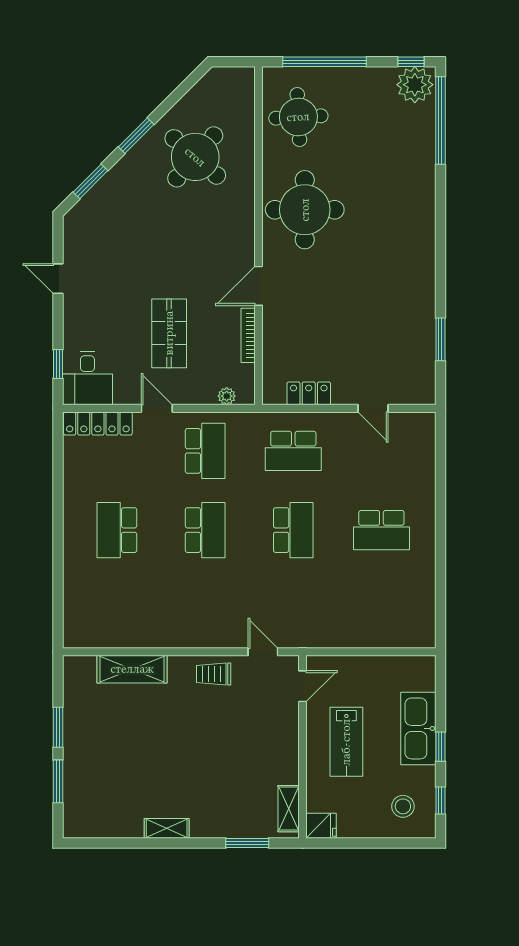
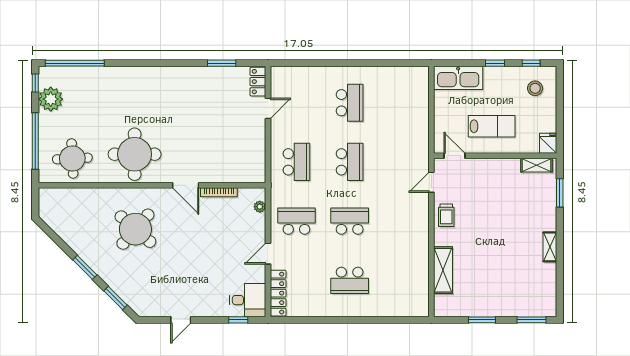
plant: (415, 85) -> (51, 99), moved
round table: (195, 157) -> (135, 229), moved
shop shelf: (169, 333) -> (218, 245), removed
locker: (309, 393) -> (258, 82), moved
school desk: (293, 530) -> (350, 162), turned 90
kitchen sink: (418, 728) -> (458, 78), moved
window: (58, 781) -> (532, 320), moved

